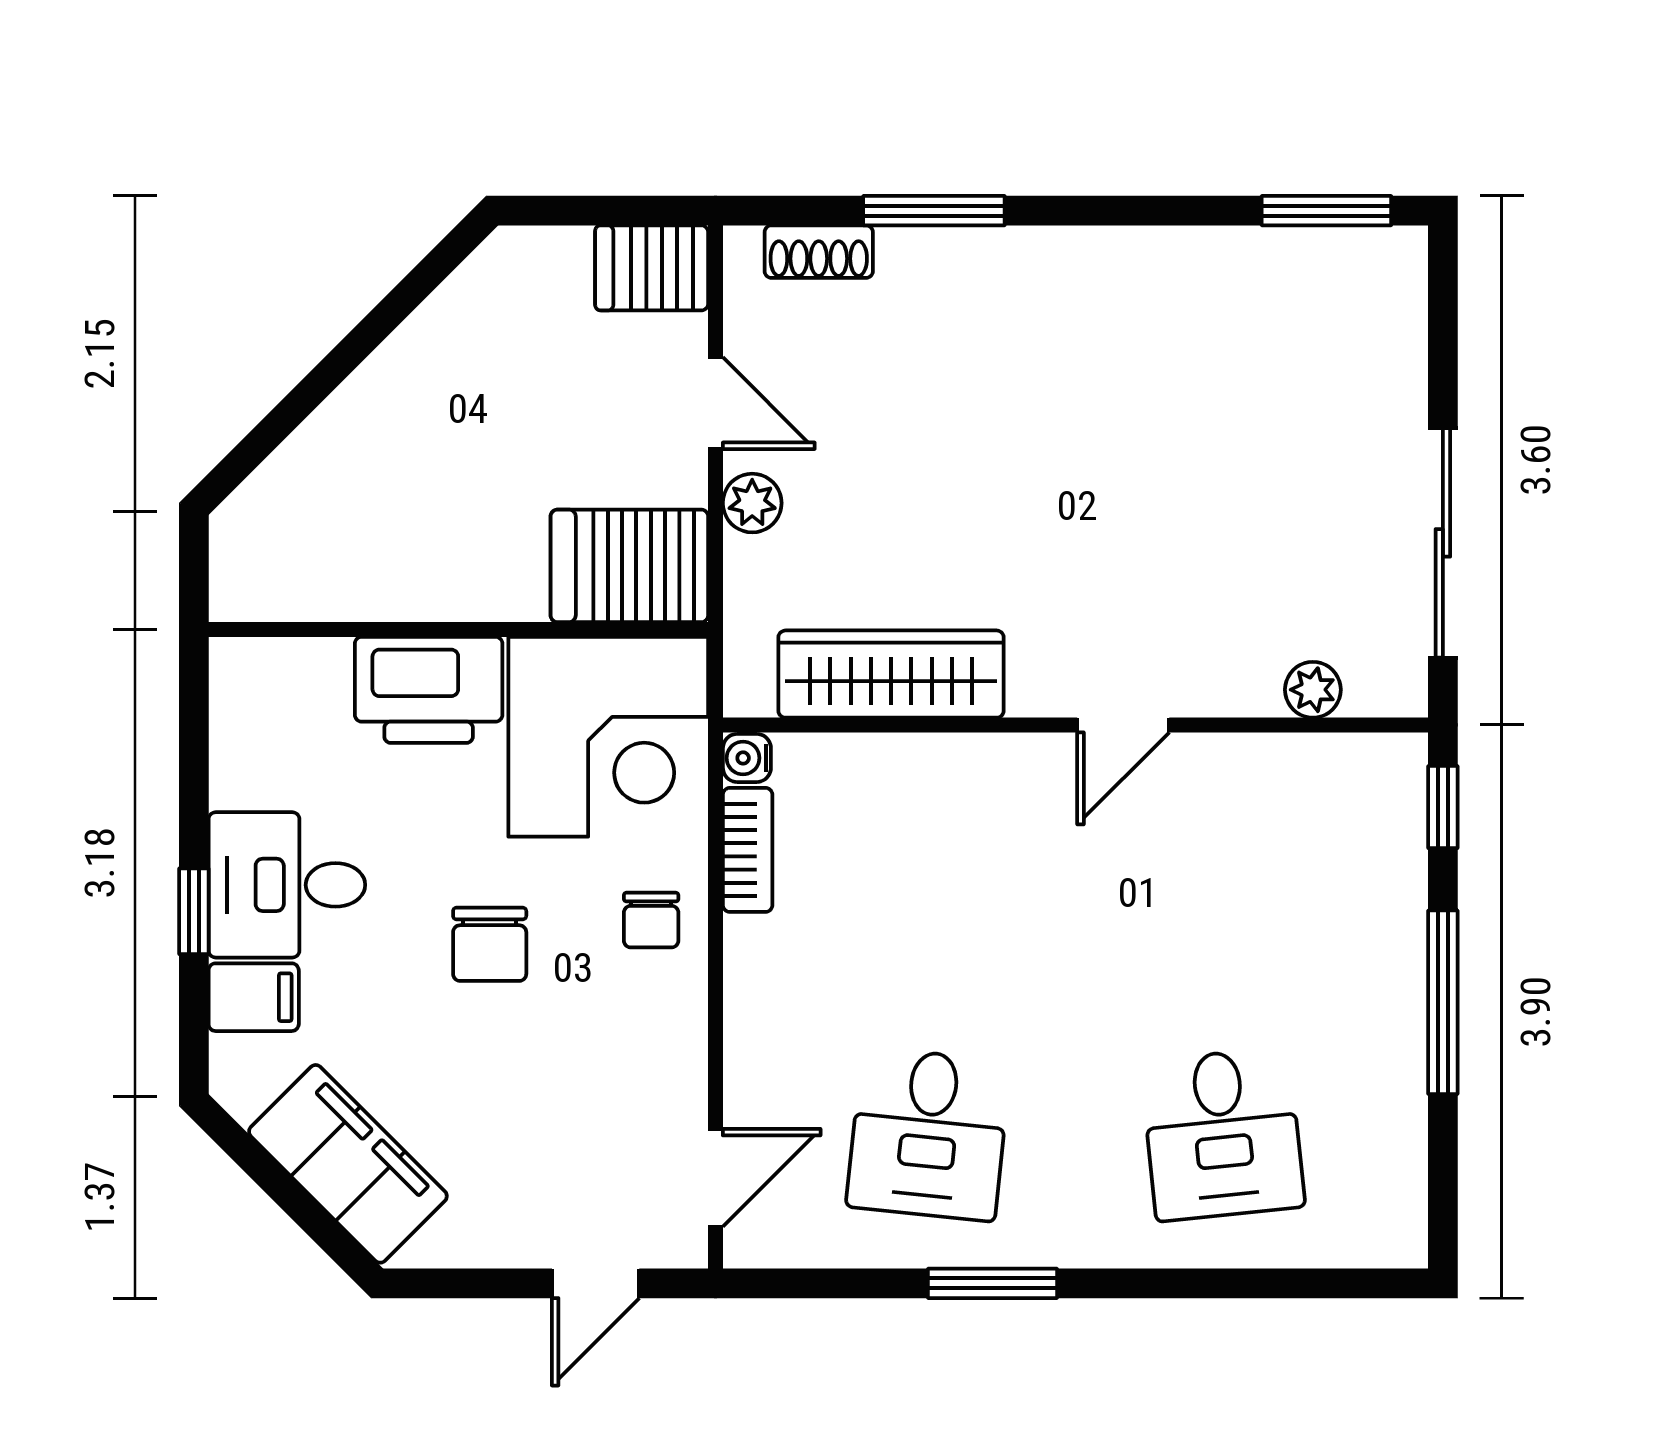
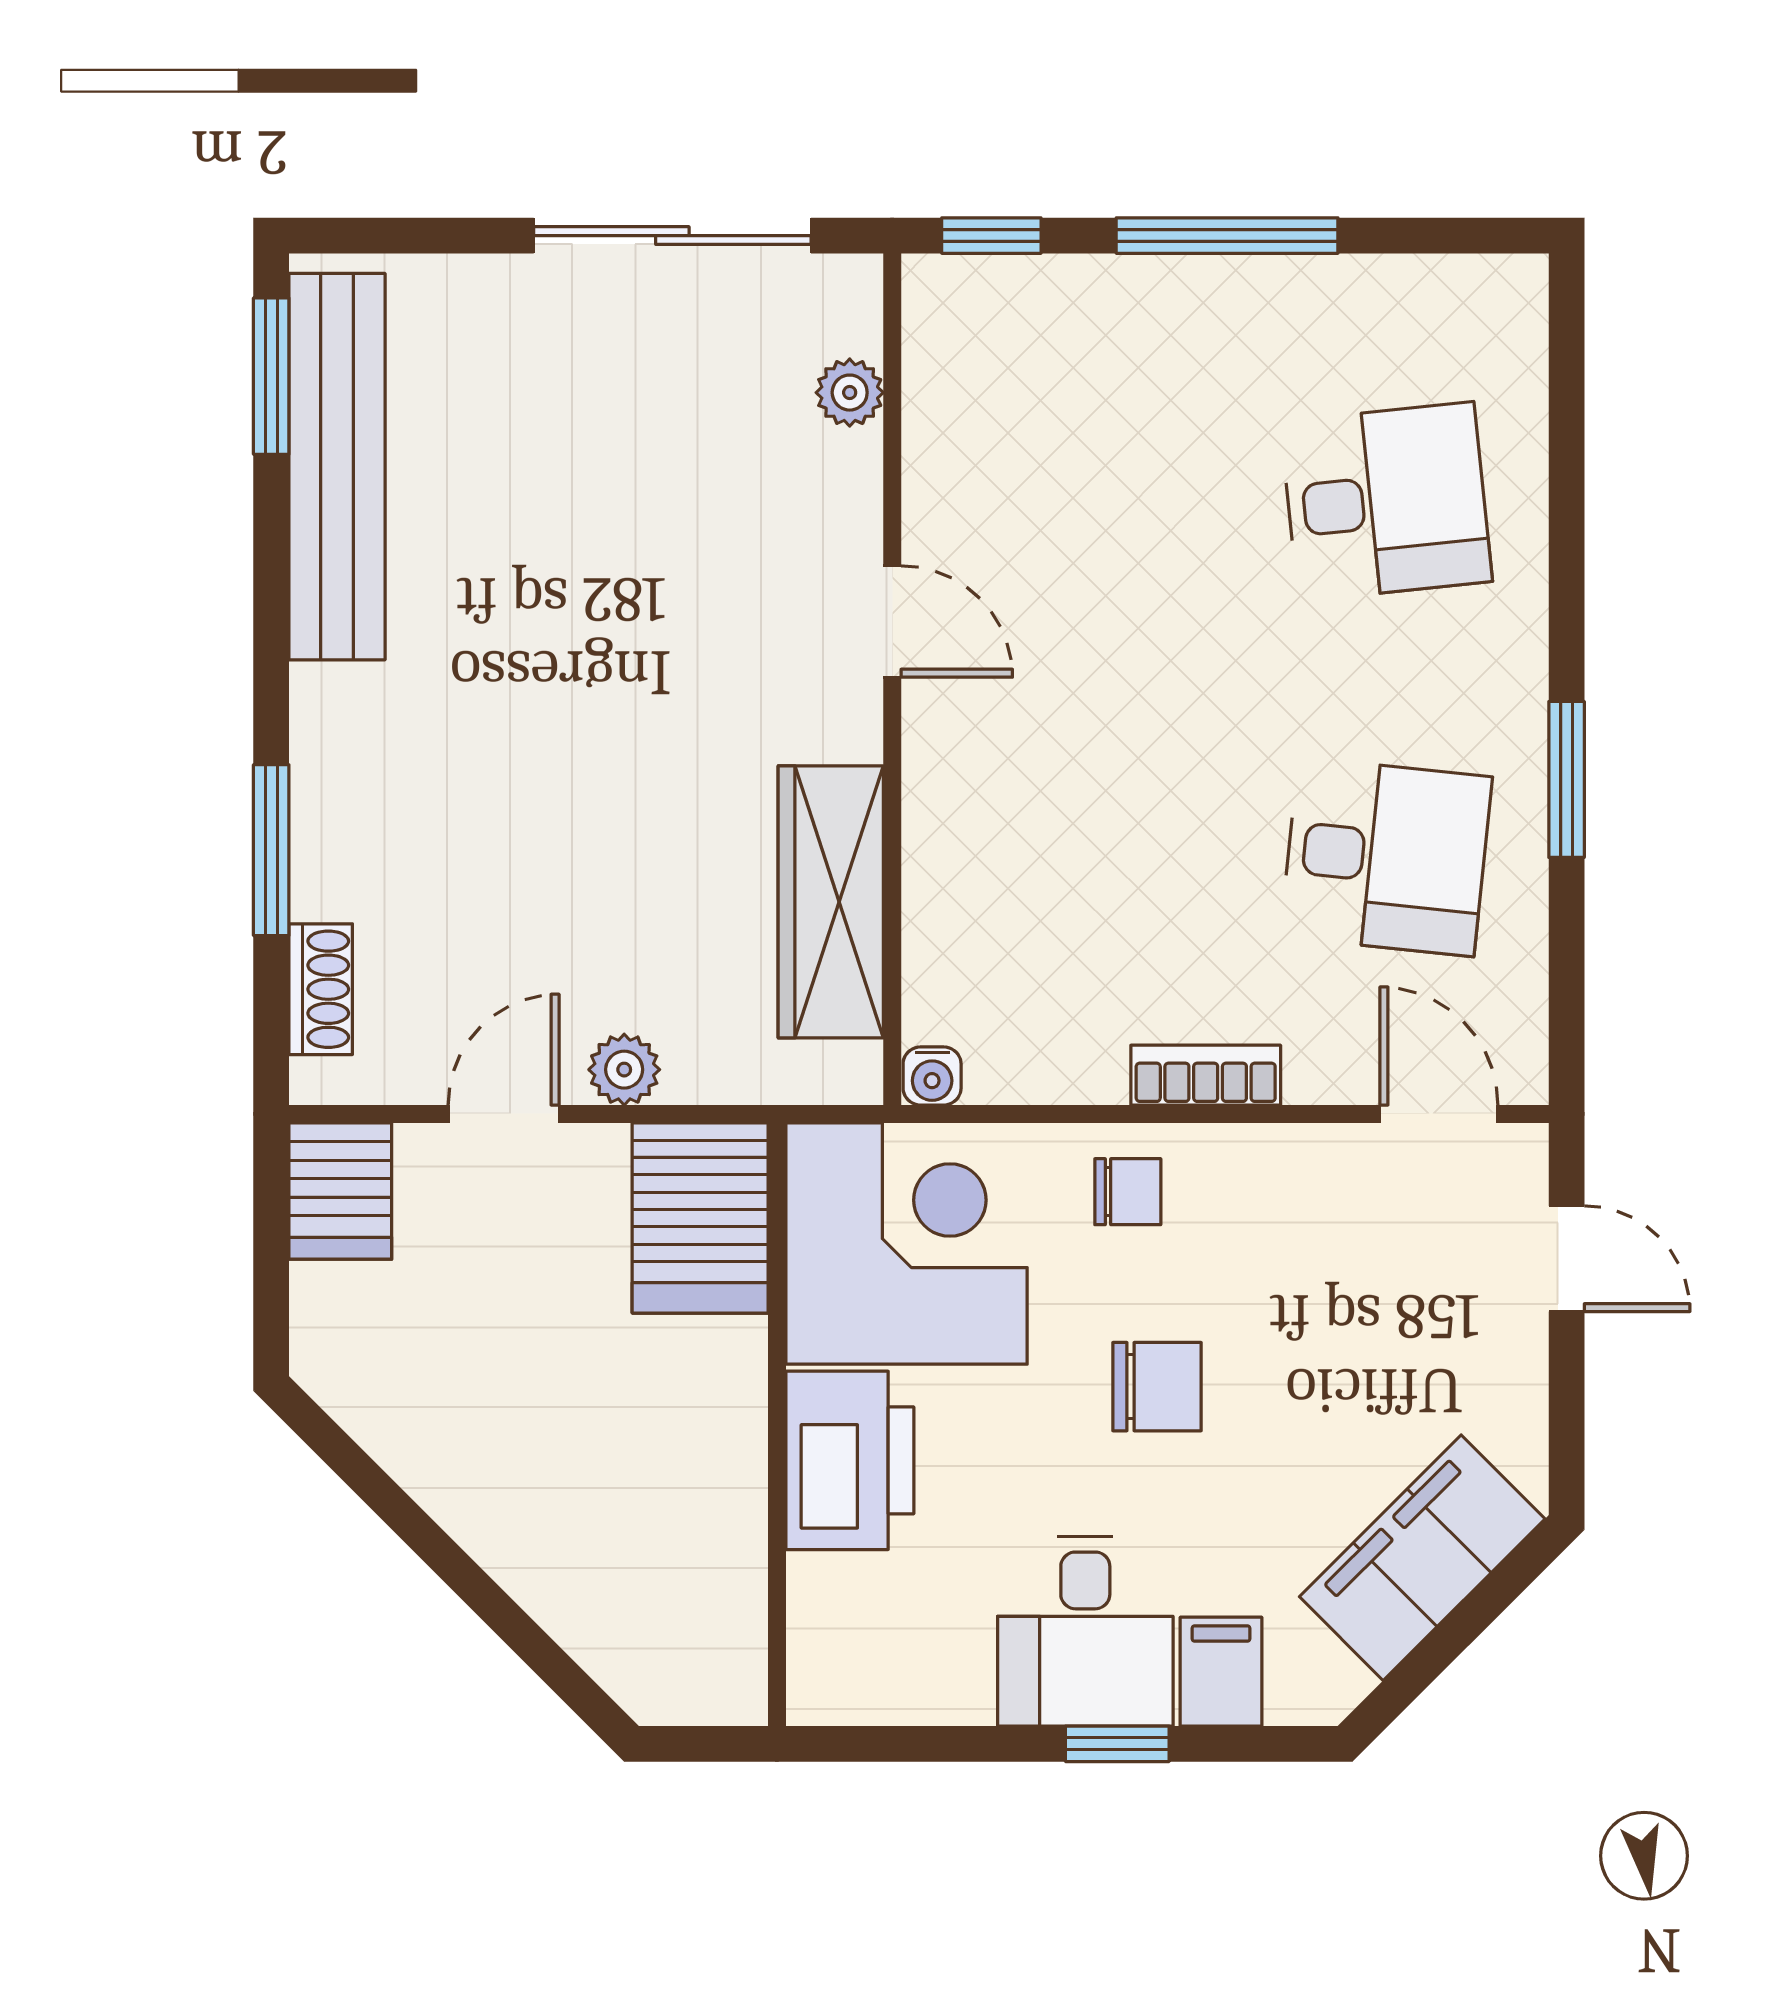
bench: (1252, 265) -> (337, 467), added
bookcase: (748, 850) -> (1206, 1075), moved

